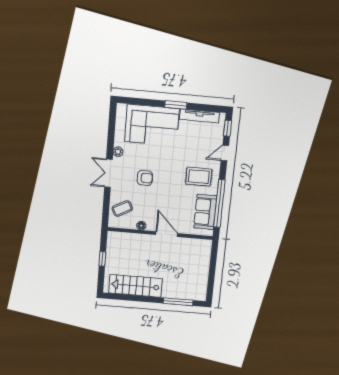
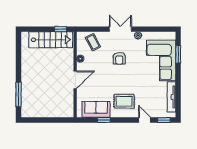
window: (176, 105) -> (178, 54), moved
rug: (199, 177) -> (124, 101), turned 90
window: (219, 204) -> (104, 120), width x0.32
window: (102, 259) -> (60, 29), moved
stairs: (135, 286) -> (51, 40), moved, turned 90

